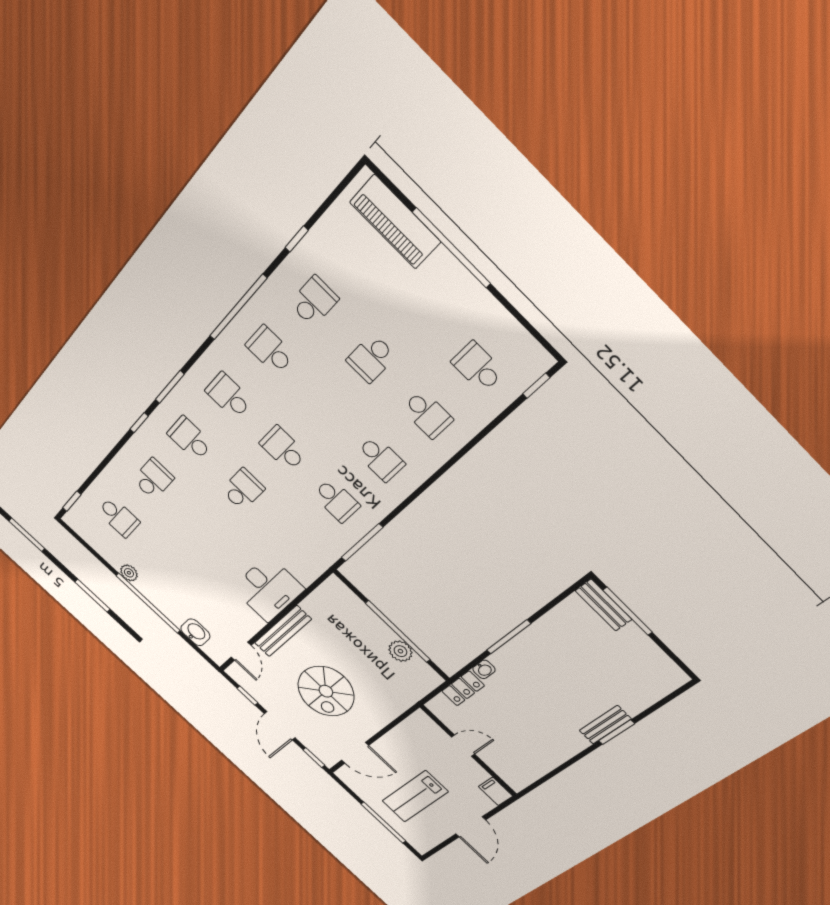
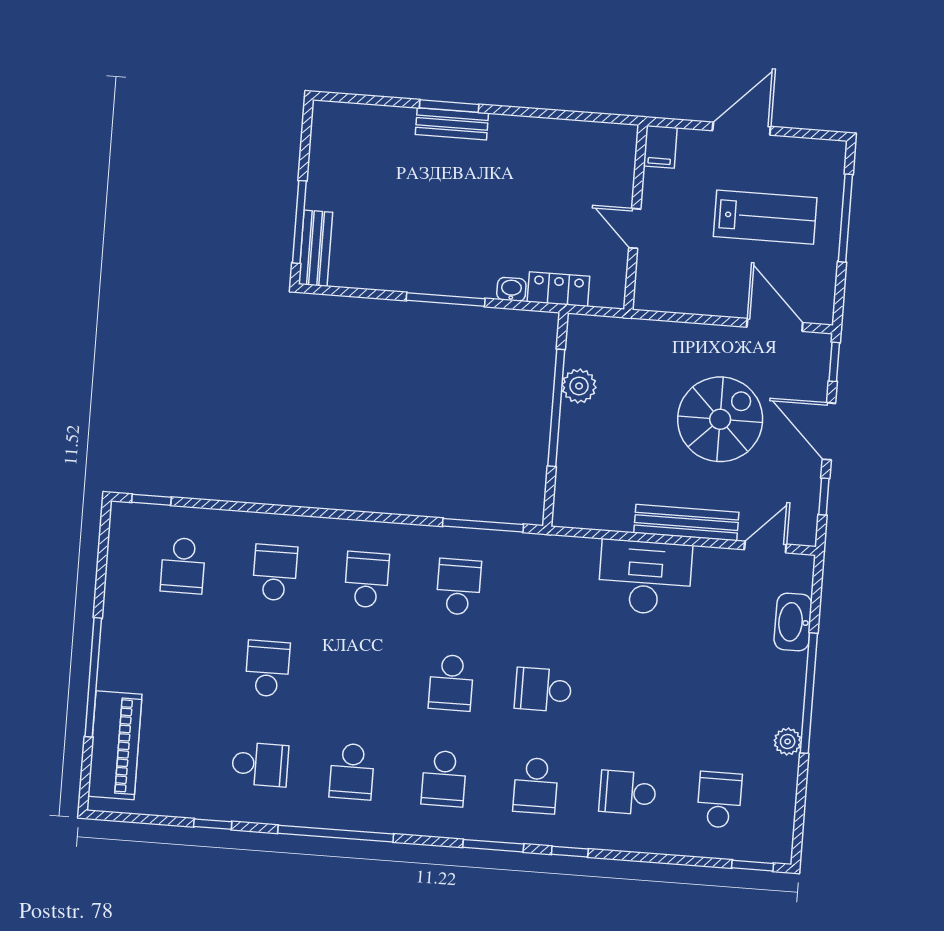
school desk: (314, 301) -> (260, 764), turned 180
school desk: (371, 358) -> (267, 669), turned -90
washbasin: (195, 632) -> (793, 622), width x1.38
door: (280, 726) -> (829, 431), swing flipped

